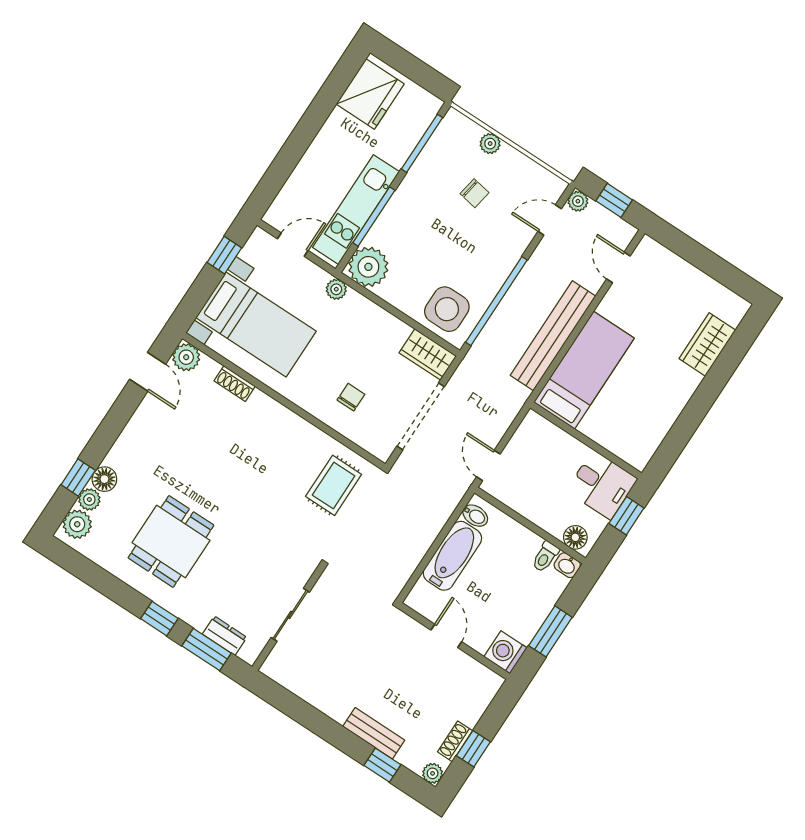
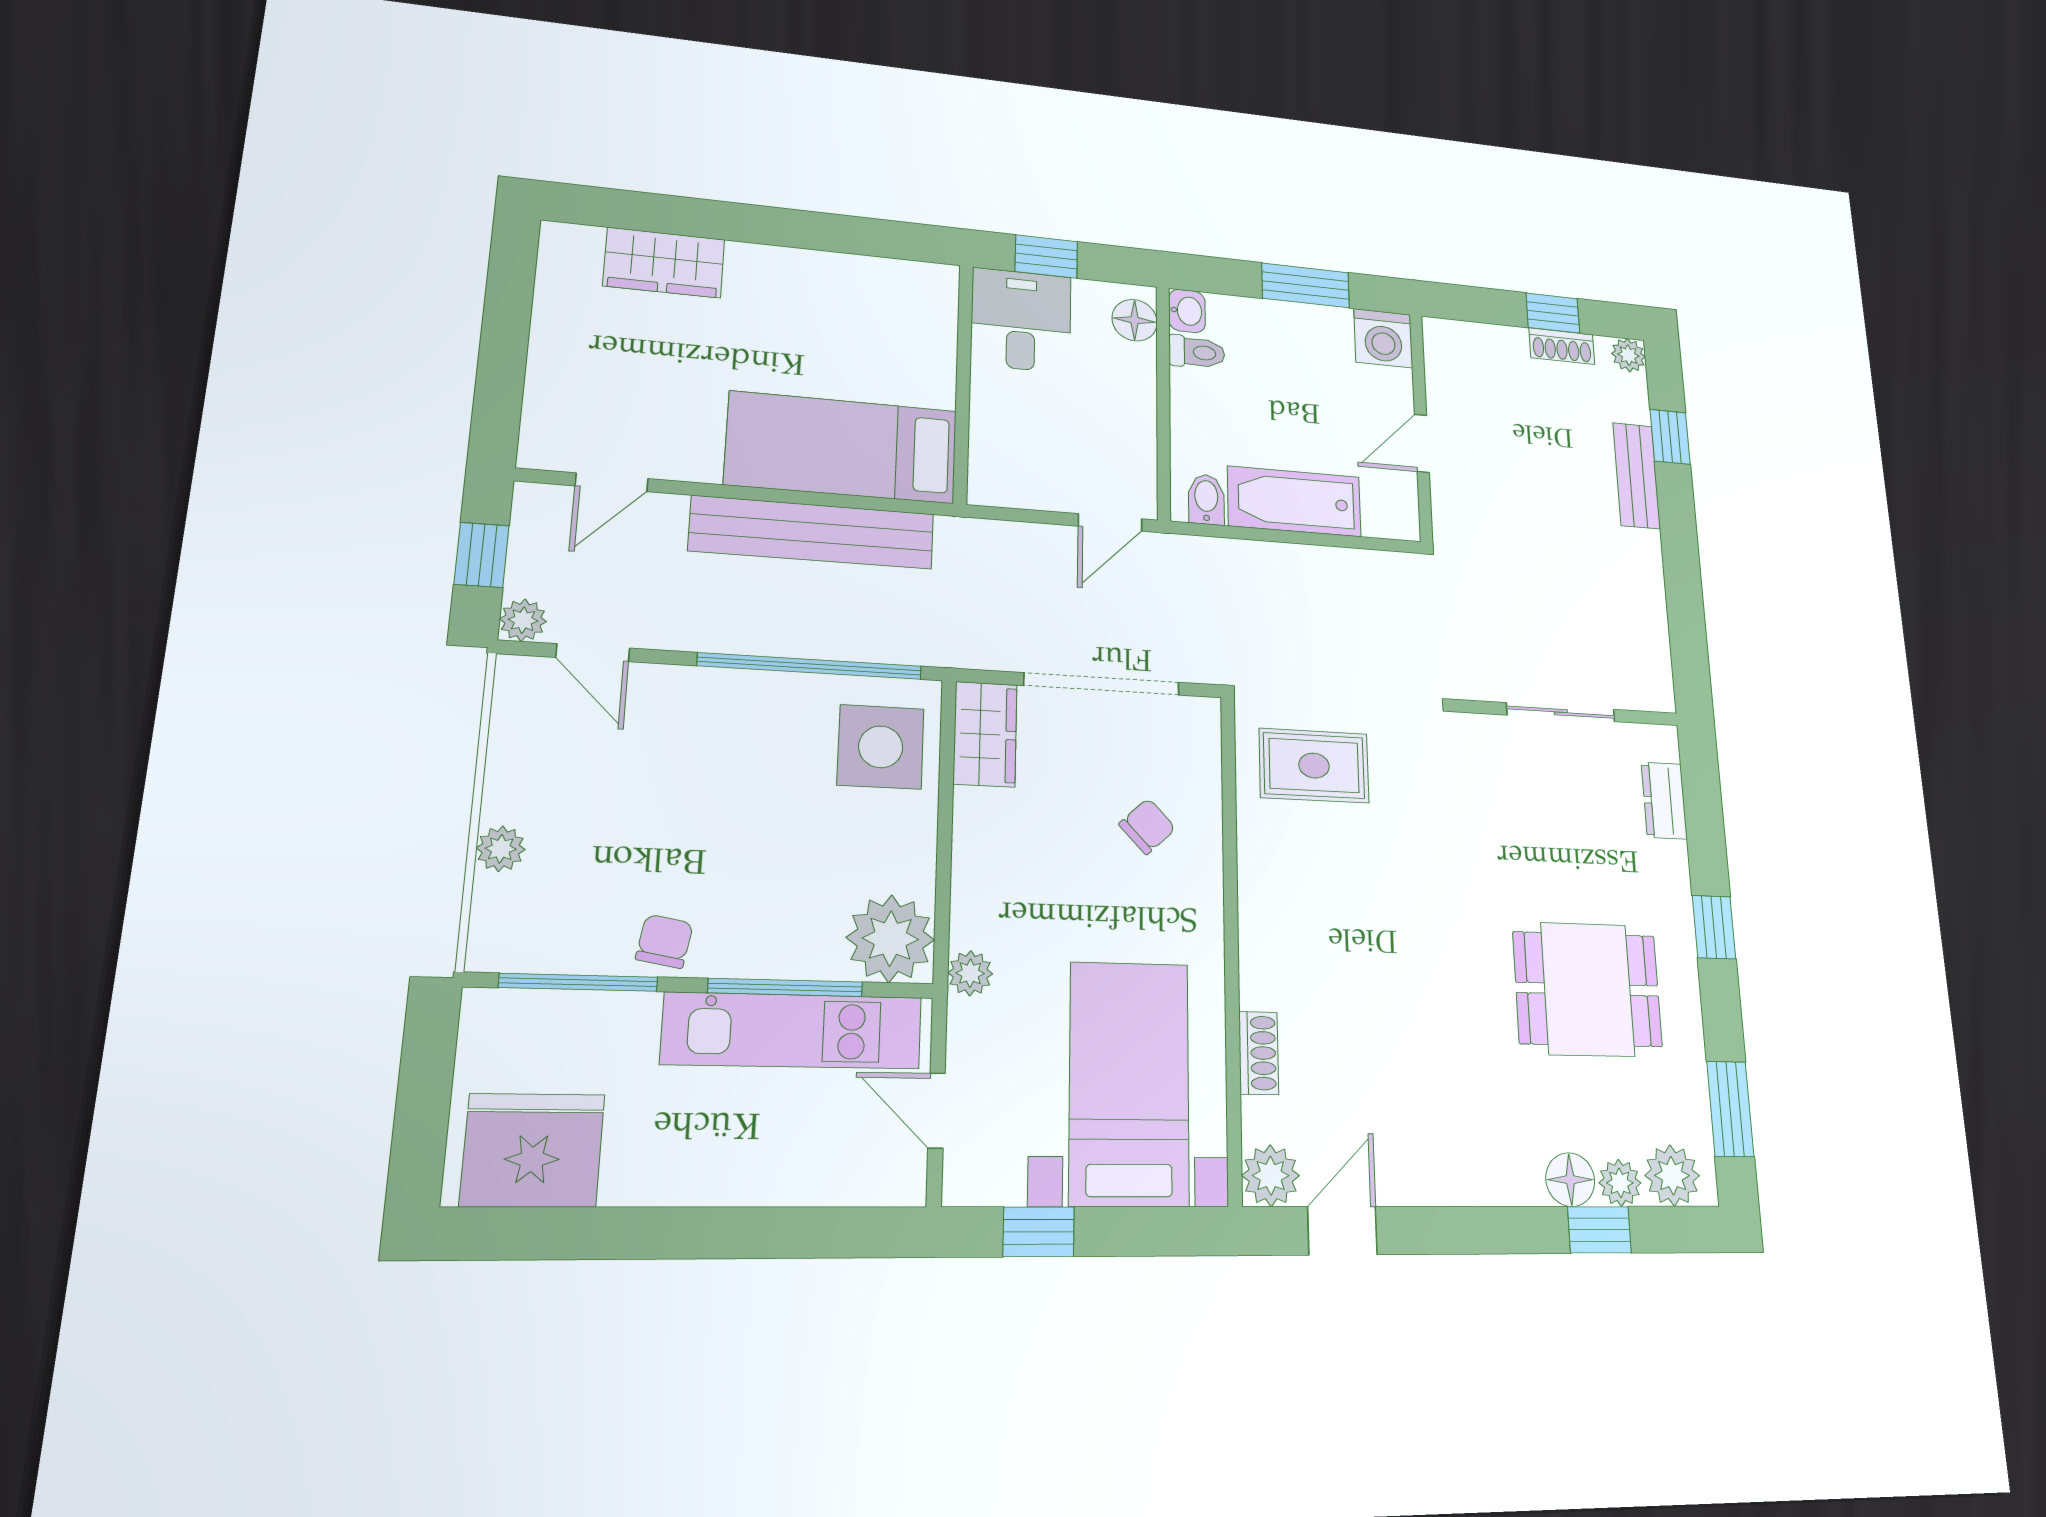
chair: (475, 193) -> (664, 941), moved
chair: (351, 397) -> (1147, 826), turned 137
window: (206, 650) -> (1730, 1109), moved

